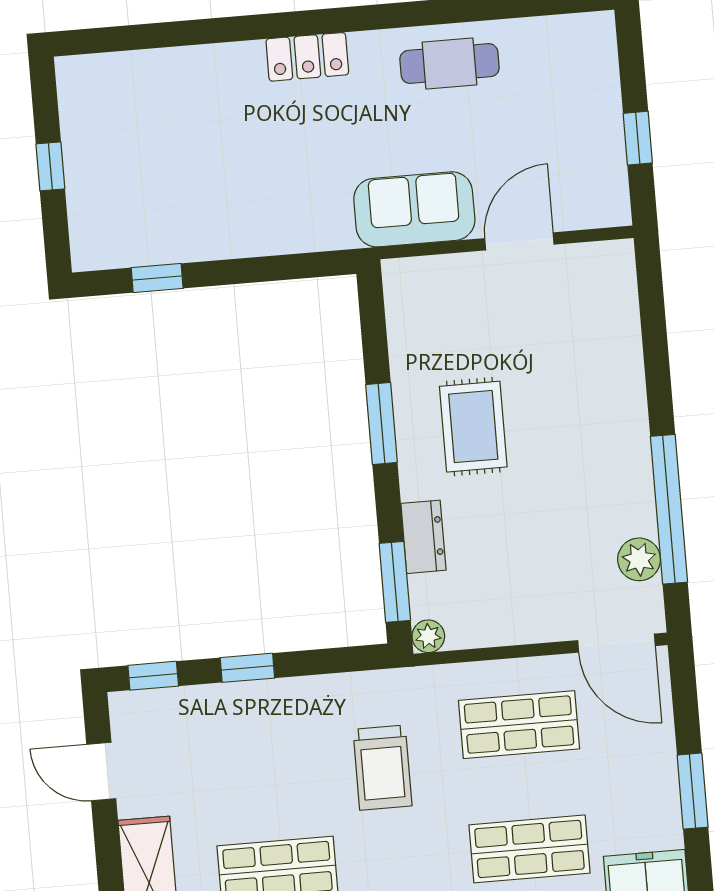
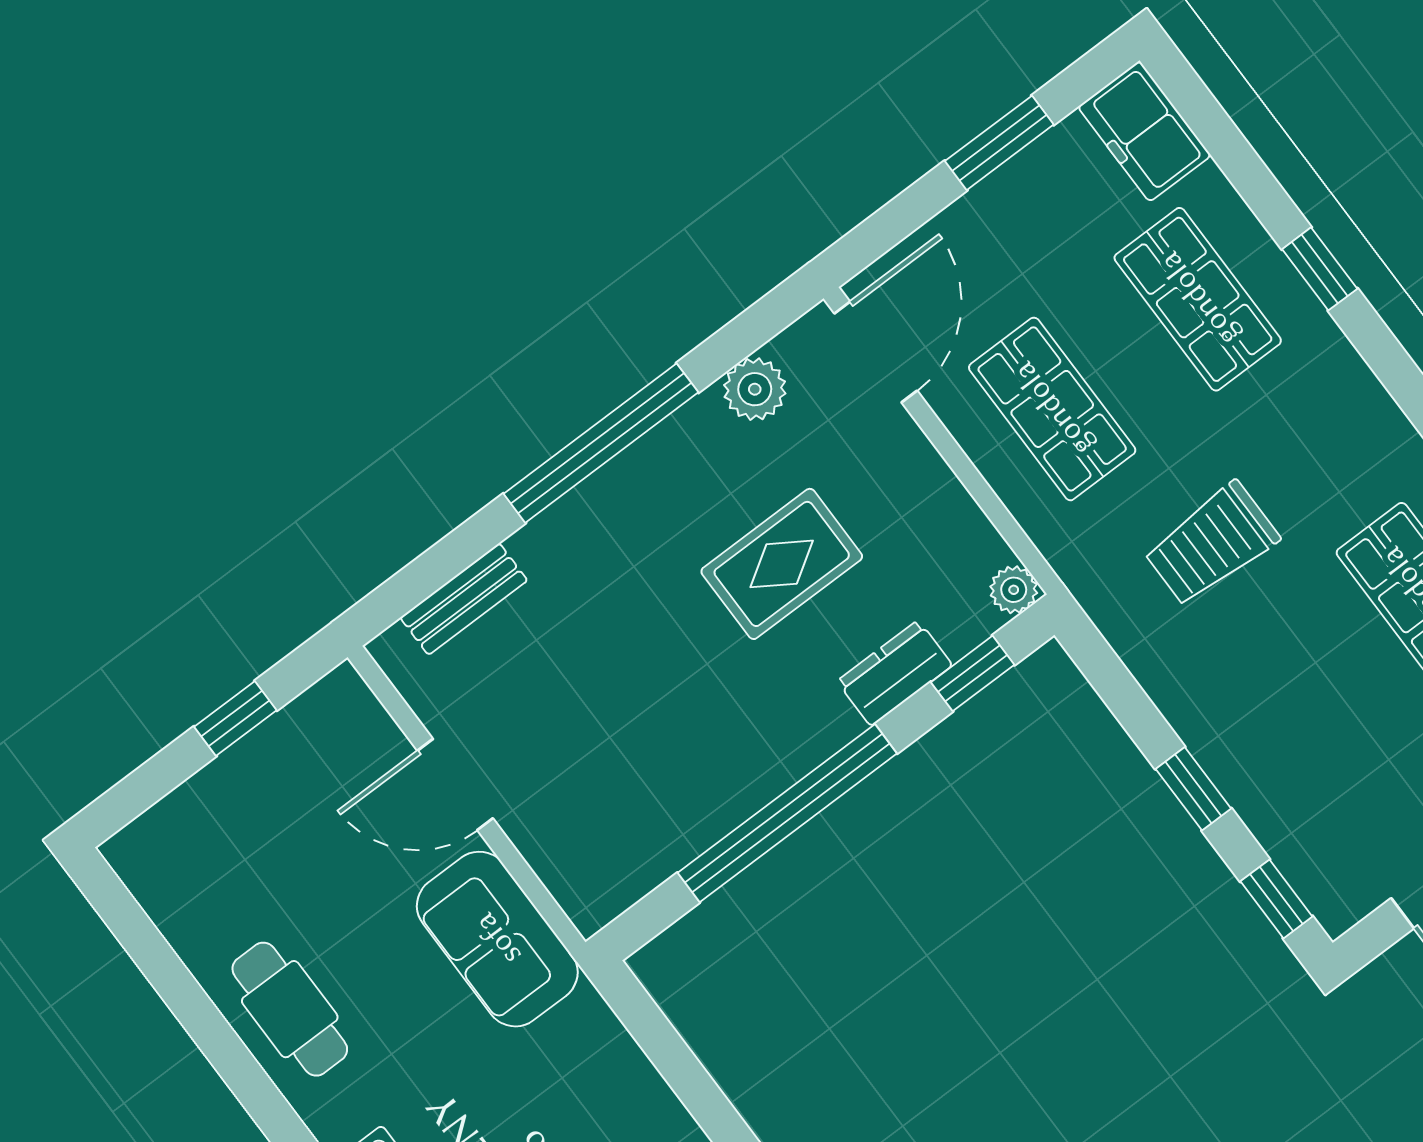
bench: (624, 314) -> (464, 599), added
window: (381, 423) -> (787, 813), width x2.11
rug: (473, 427) -> (782, 564), moved
window: (669, 509) -> (601, 443), moved
window: (395, 582) -> (973, 673), width x0.67
trolley: (382, 768) -> (1212, 544), turned 180

